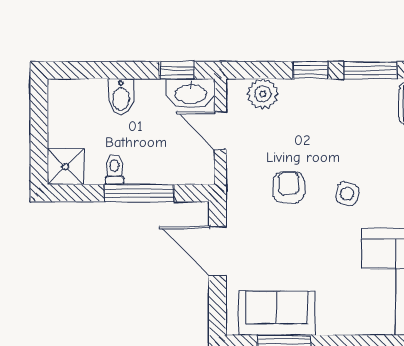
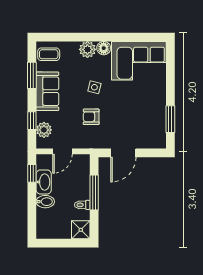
window: (311, 70) -> (32, 121), moved
washbasin: (191, 93) -> (44, 182), moved
sofa: (277, 313) -> (47, 91), moved, turned 180

